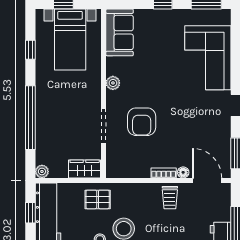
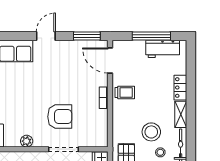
floor lamp: (183, 172) -> (103, 81), removed
door: (207, 181) -> (110, 61), hinge flipped

